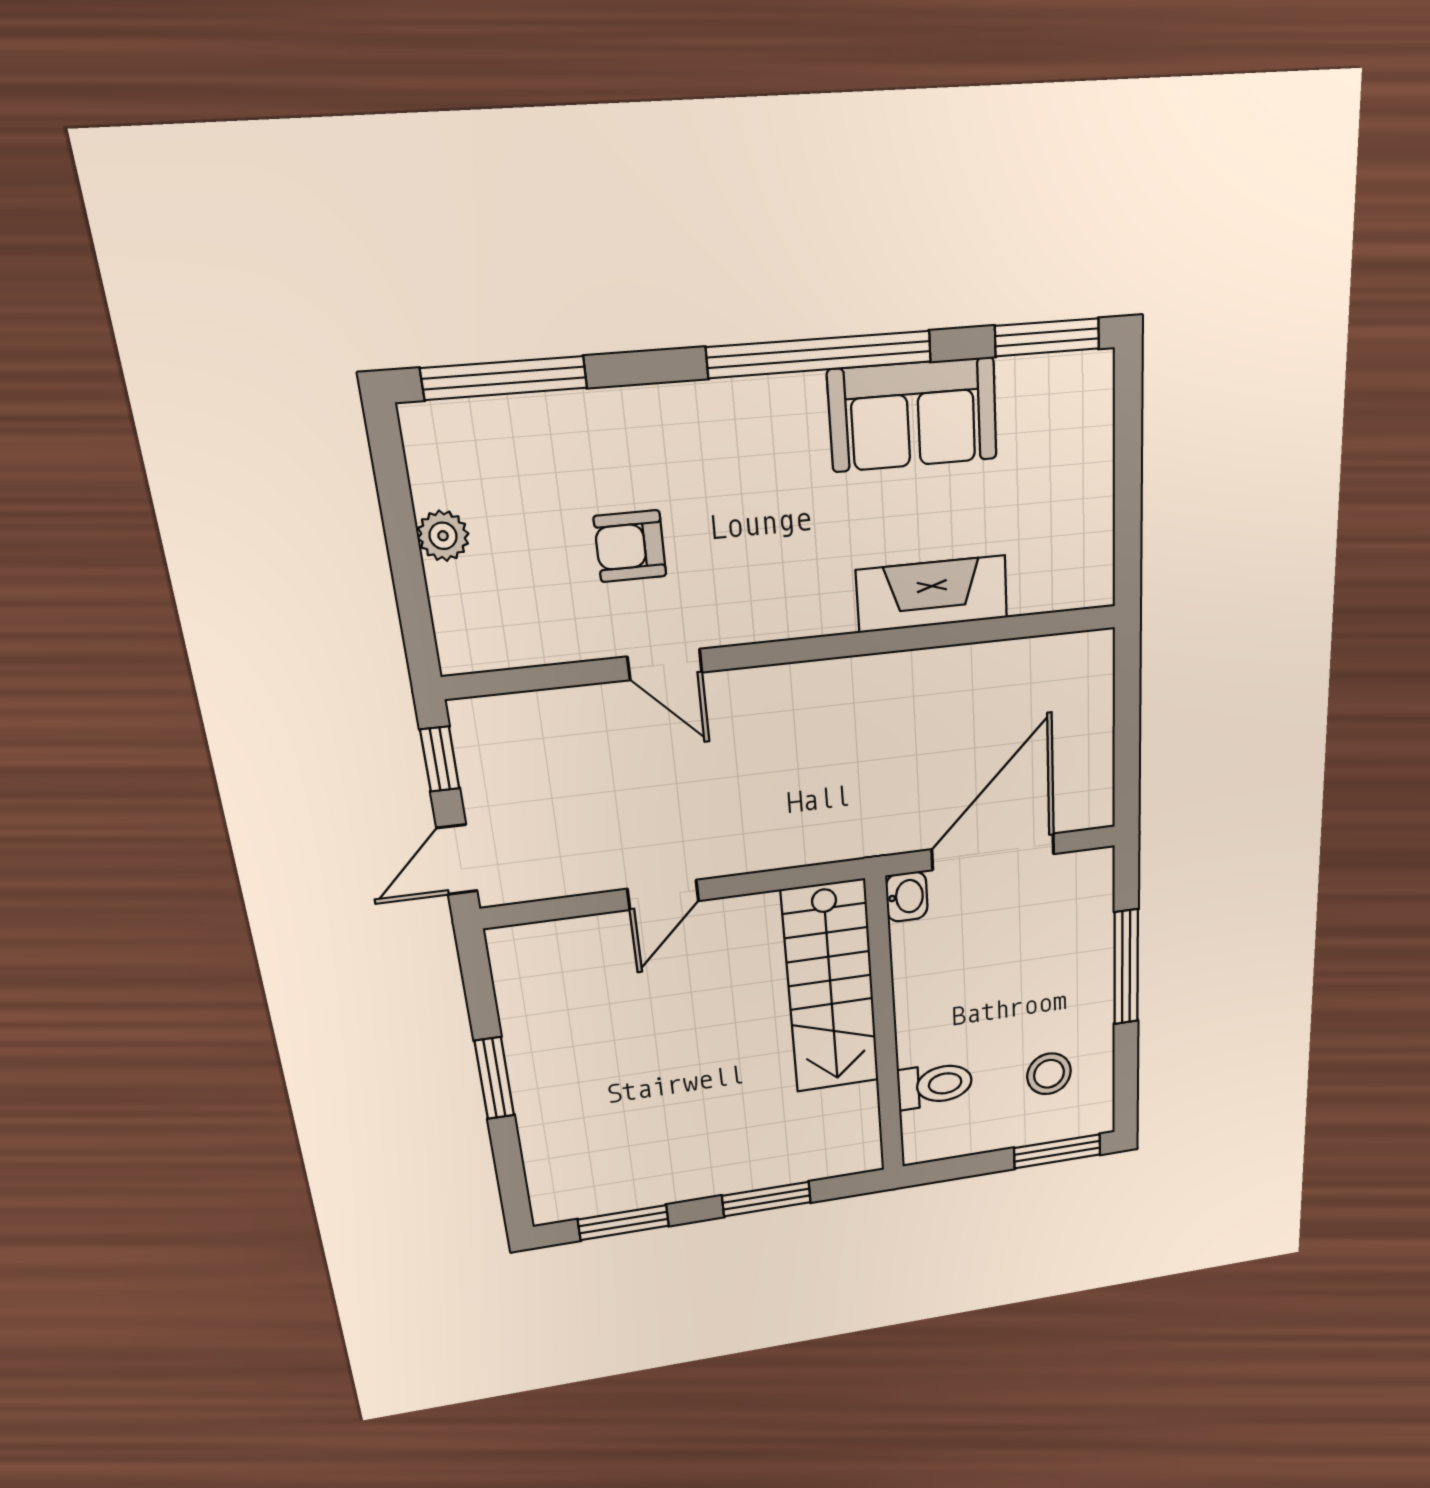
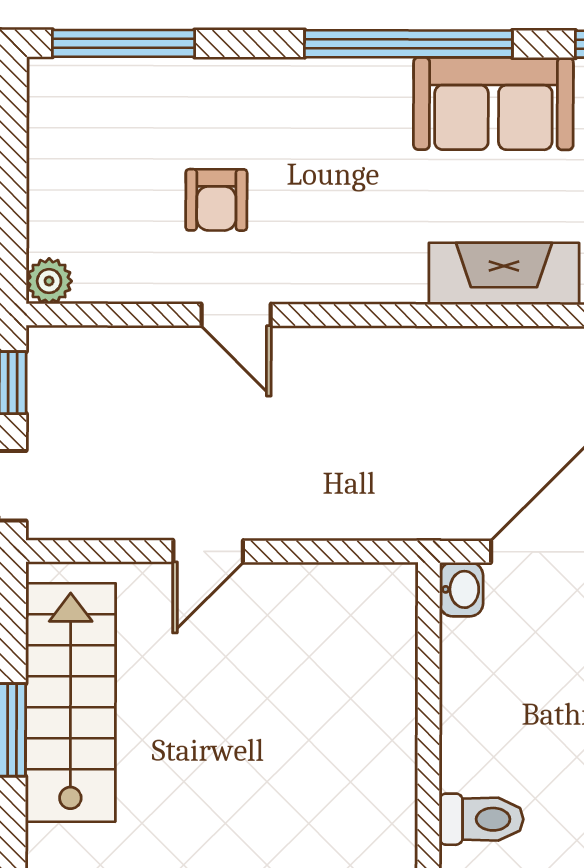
plant: (443, 536) -> (49, 281), moved
armchair: (630, 546) -> (216, 200), turned -90
stairs: (831, 987) -> (71, 703), moved, turned 180

